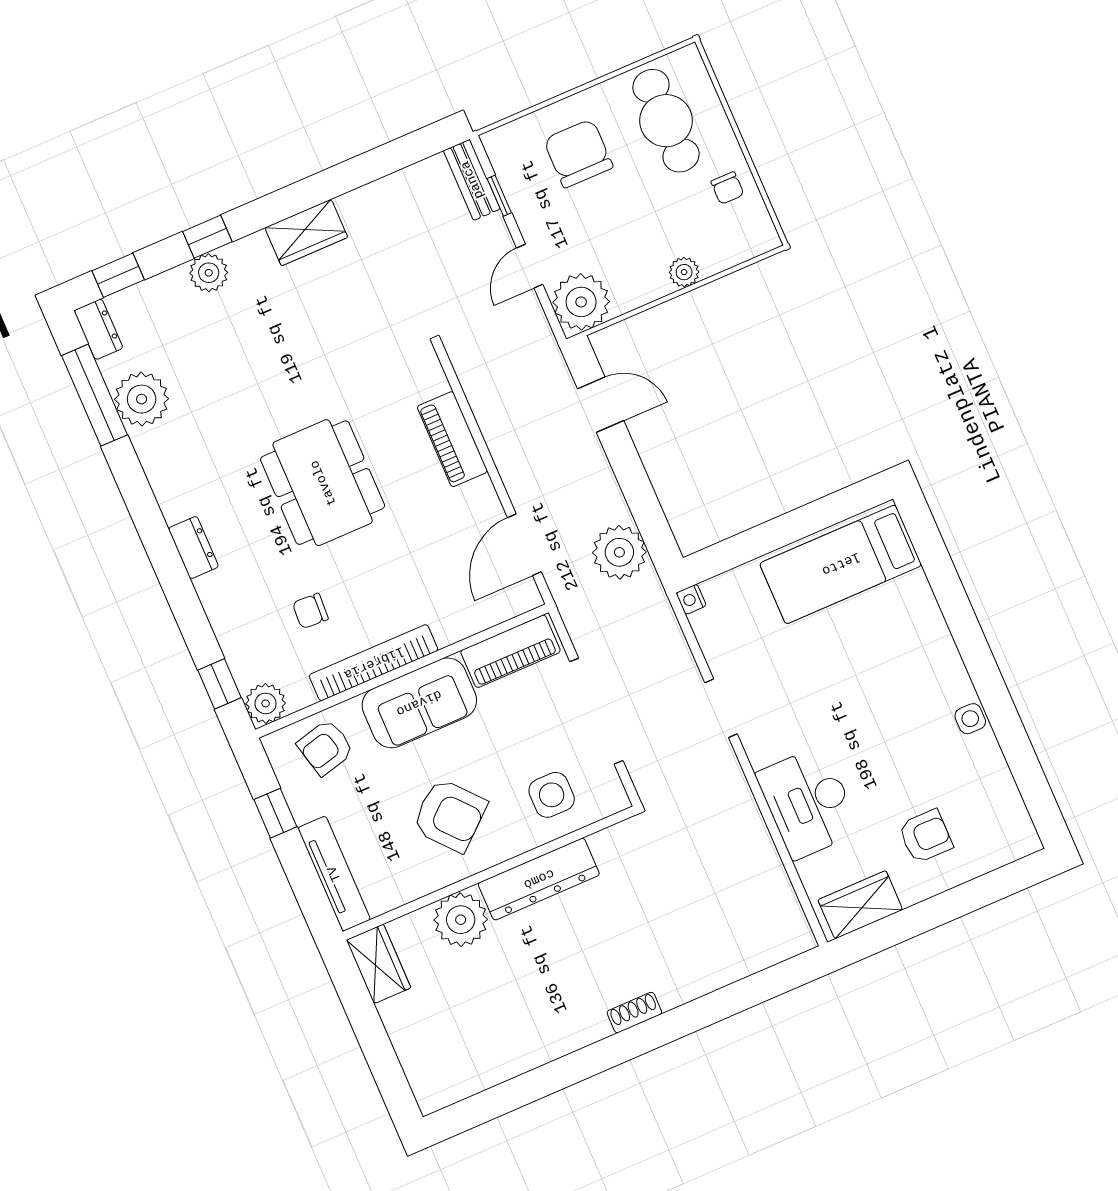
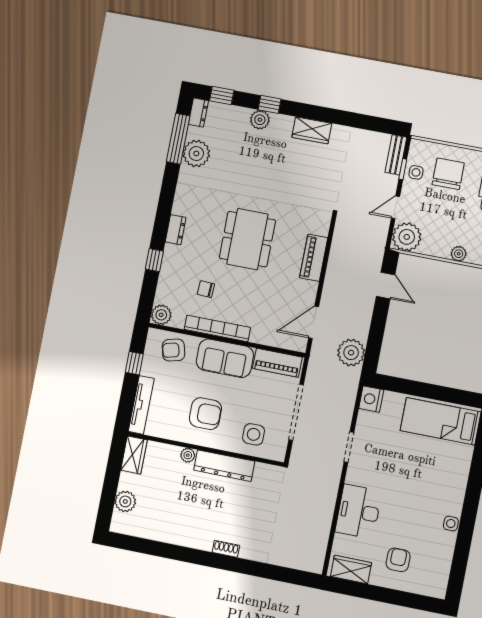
side table: (524, 186) -> (416, 172), added
nightstand: (691, 599) -> (371, 399), width x1.89, depth x1.79
window: (219, 684) -> (154, 260), moved
armchair: (450, 815) -> (205, 414), turned -49
armchair: (926, 836) -> (398, 560), turned -90
plant: (461, 920) -> (188, 455), width x0.53, depth x0.53
plant: (416, 1050) -> (125, 501), added

